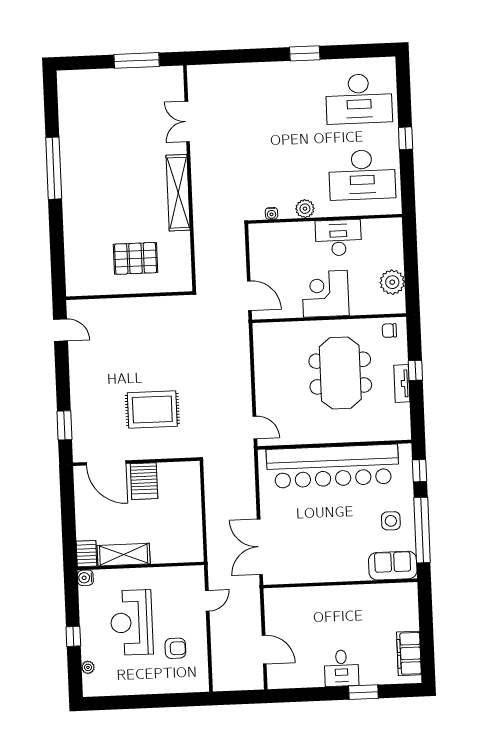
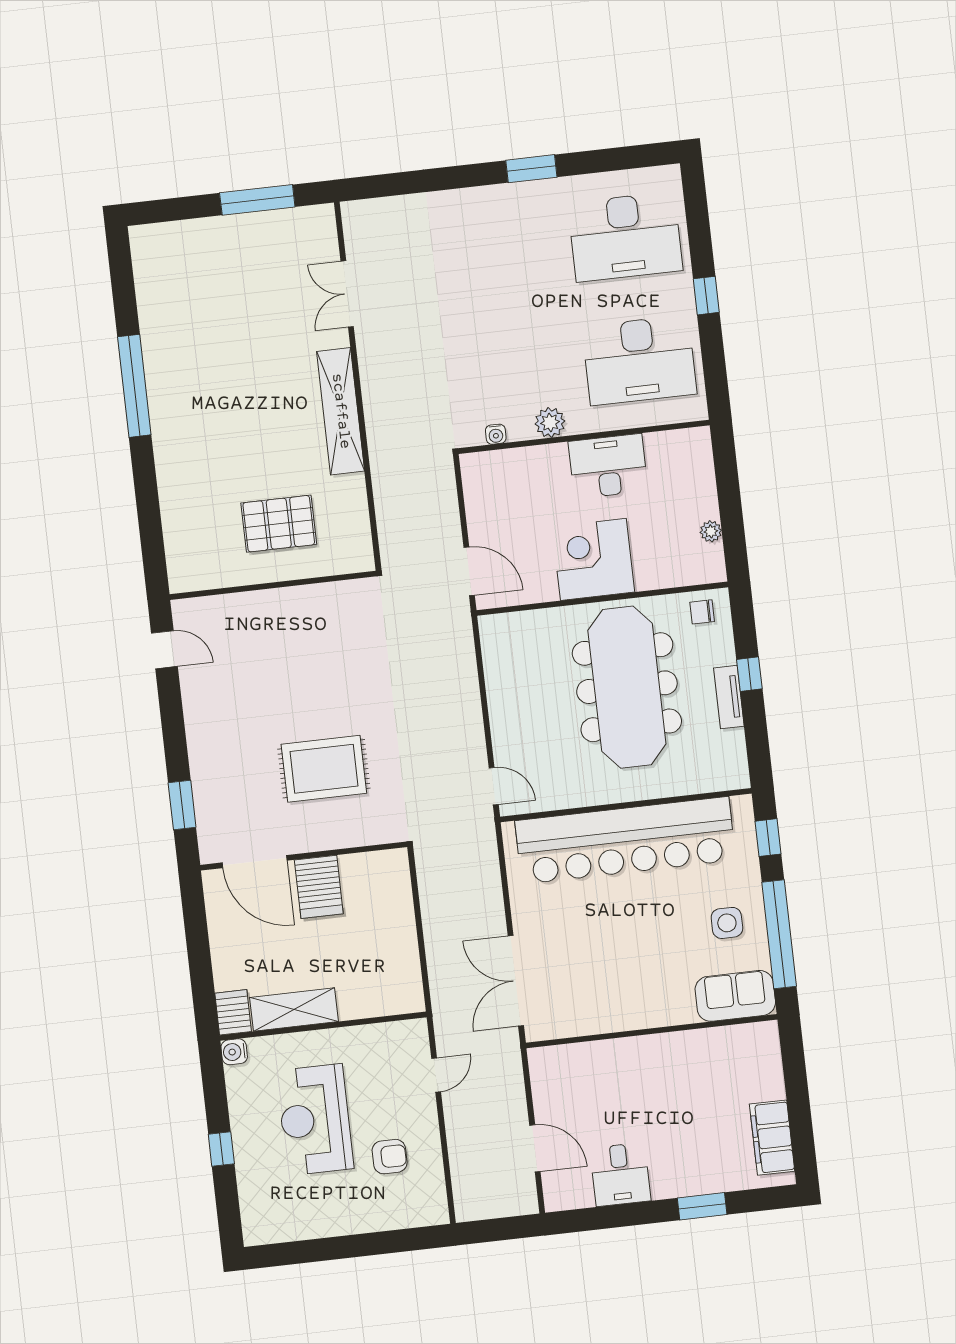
plant: (392, 282) -> (711, 531), width x0.53, depth x0.53
meeting table: (340, 373) -> (627, 687), width x1.36
plant: (88, 667) -> (249, 1198), removed
desk: (341, 668) -> (620, 1174), moved

